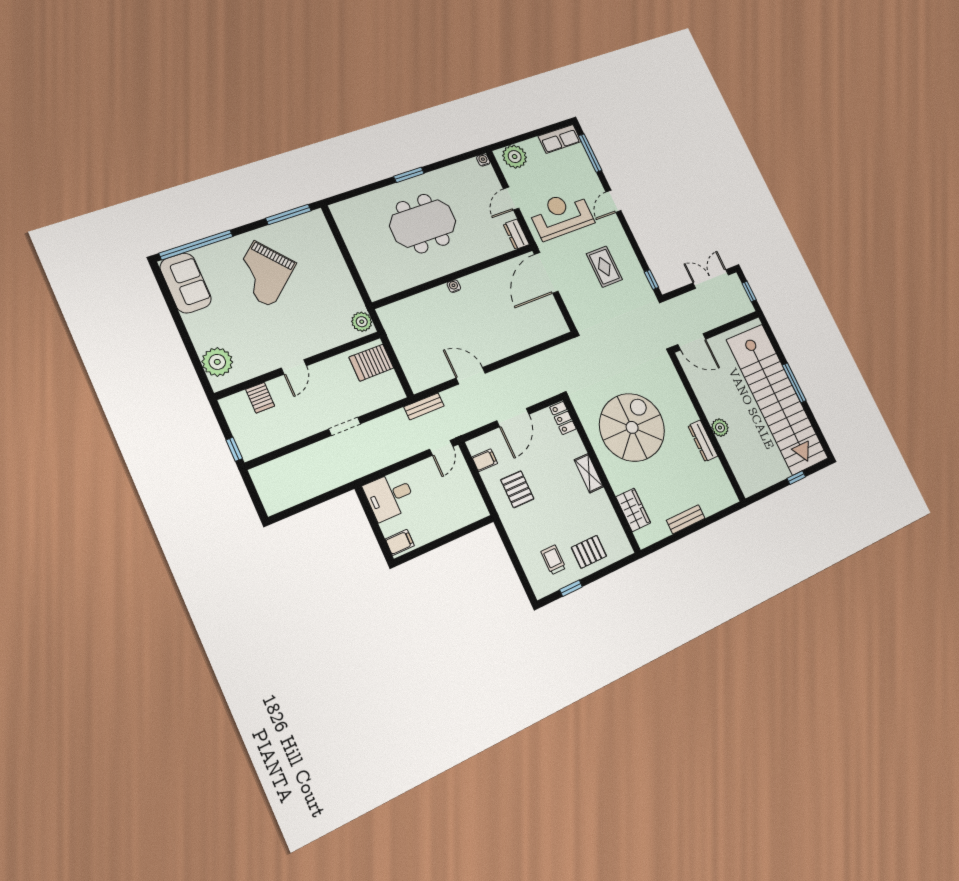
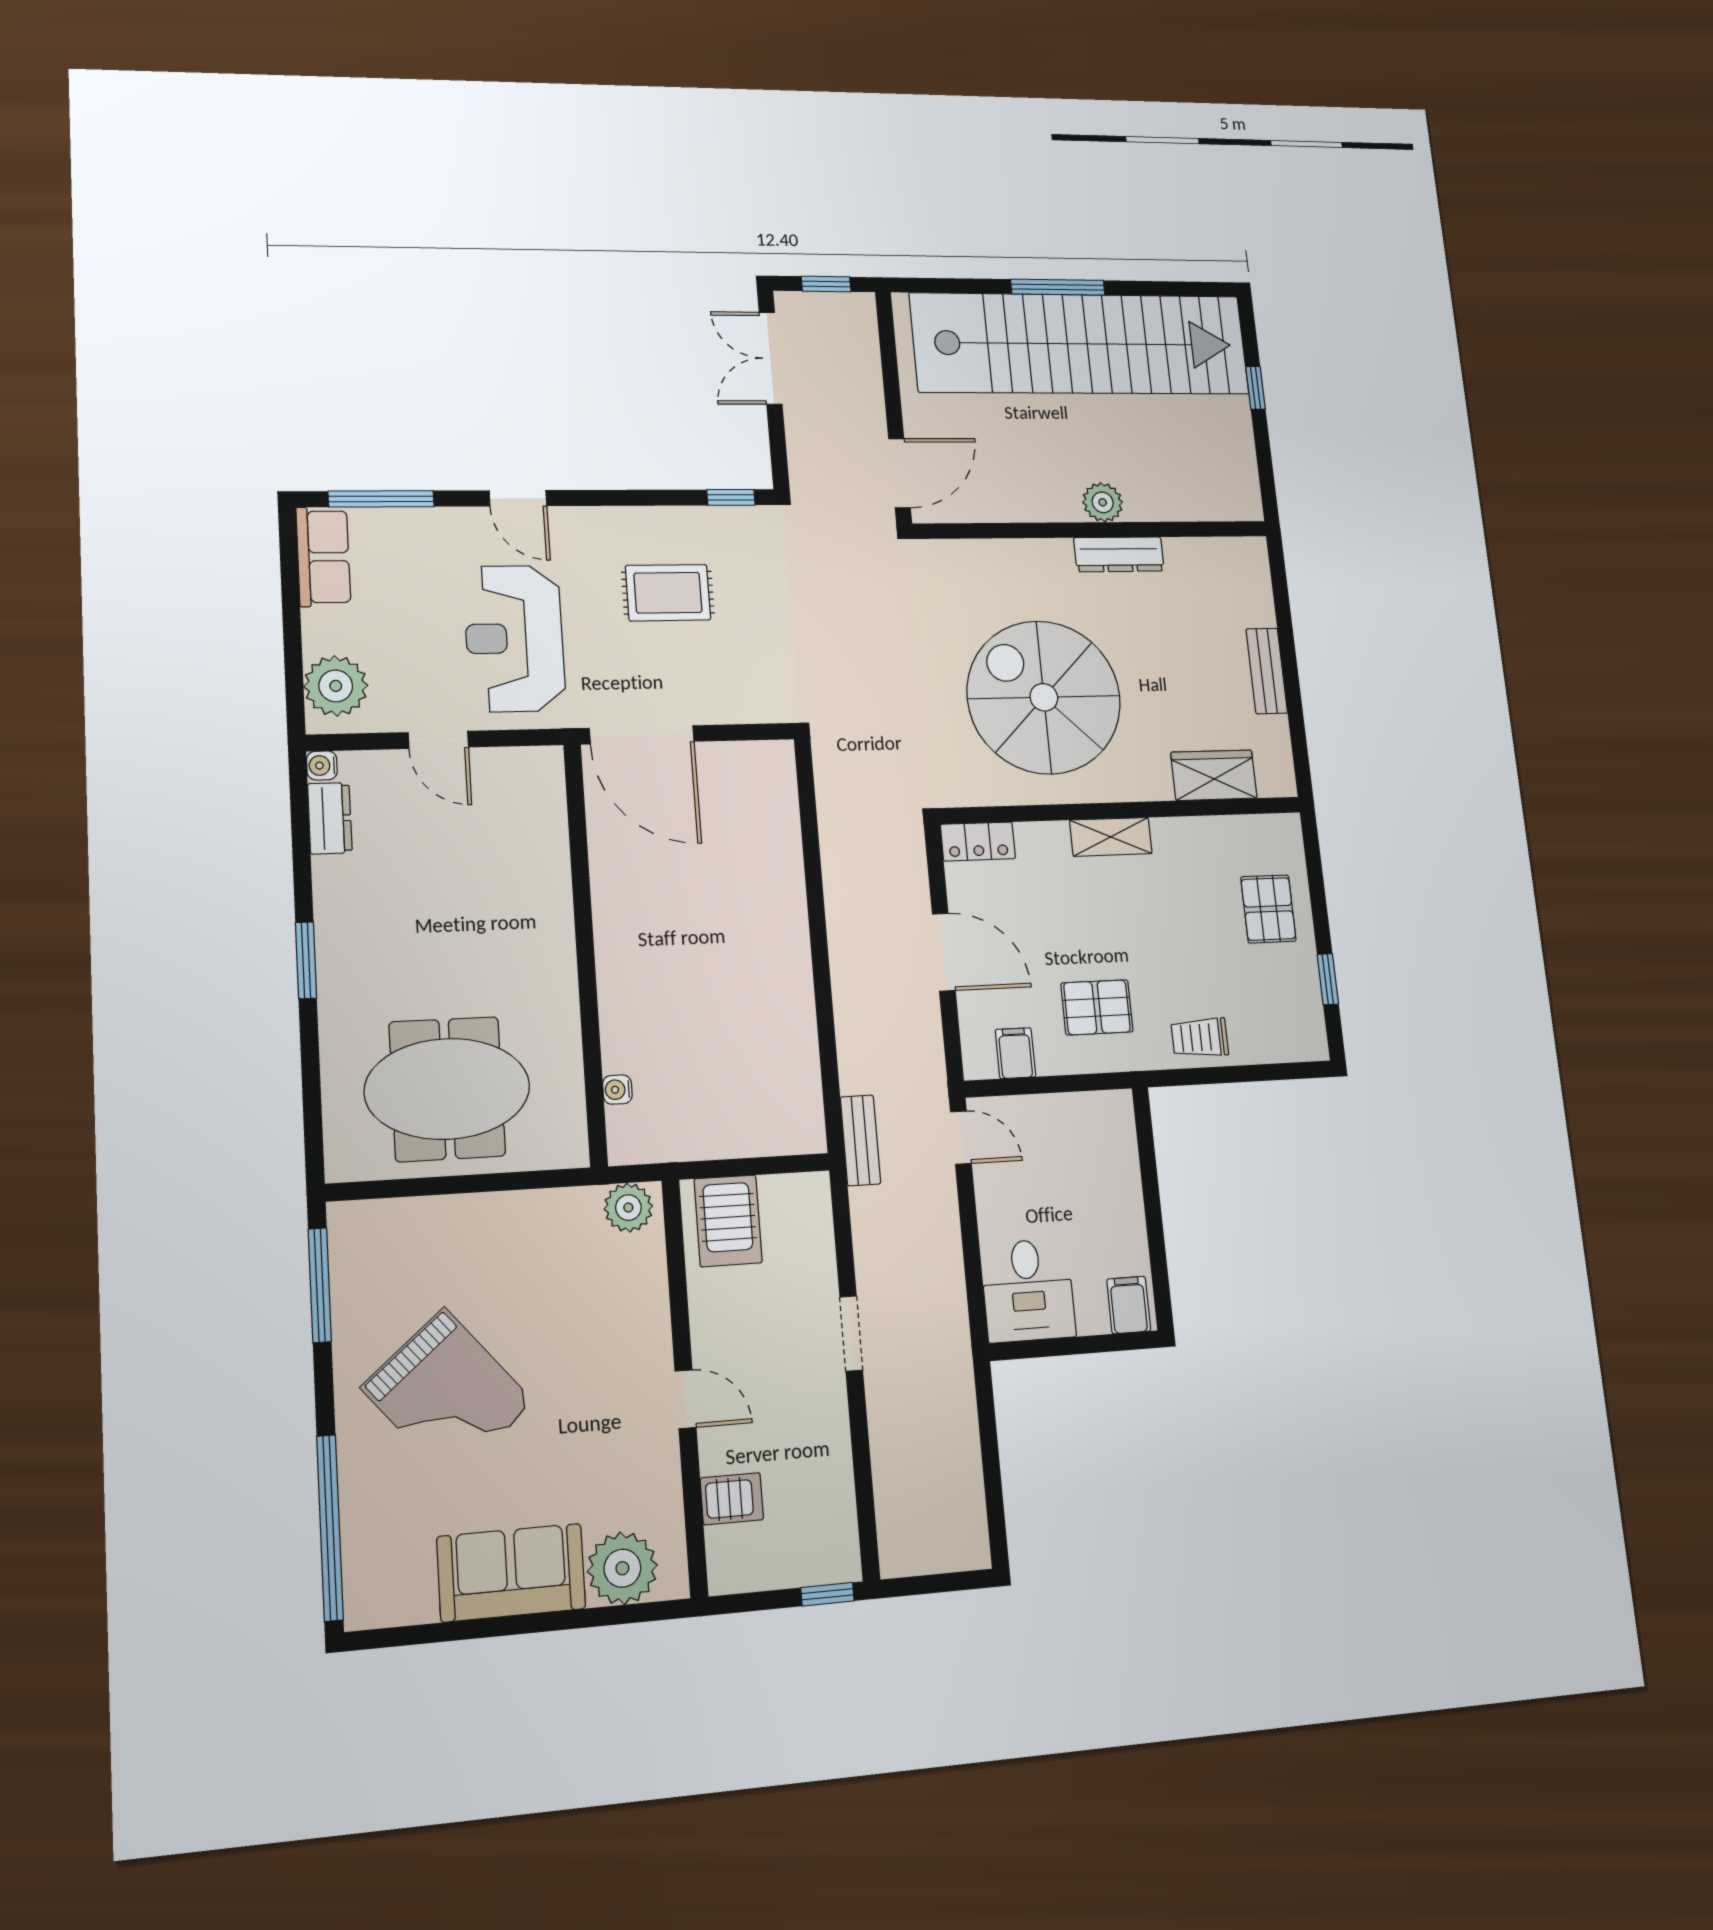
meeting table: (423, 223) -> (447, 1089), moved, turned 90
dresser: (516, 234) -> (330, 818), moved, turned -90
sofa: (186, 283) -> (511, 1573), moved
water cooler: (454, 286) -> (617, 1090), moved
door: (471, 376) -> (824, 1008), removed
trolley: (553, 560) -> (1200, 1038), moved

